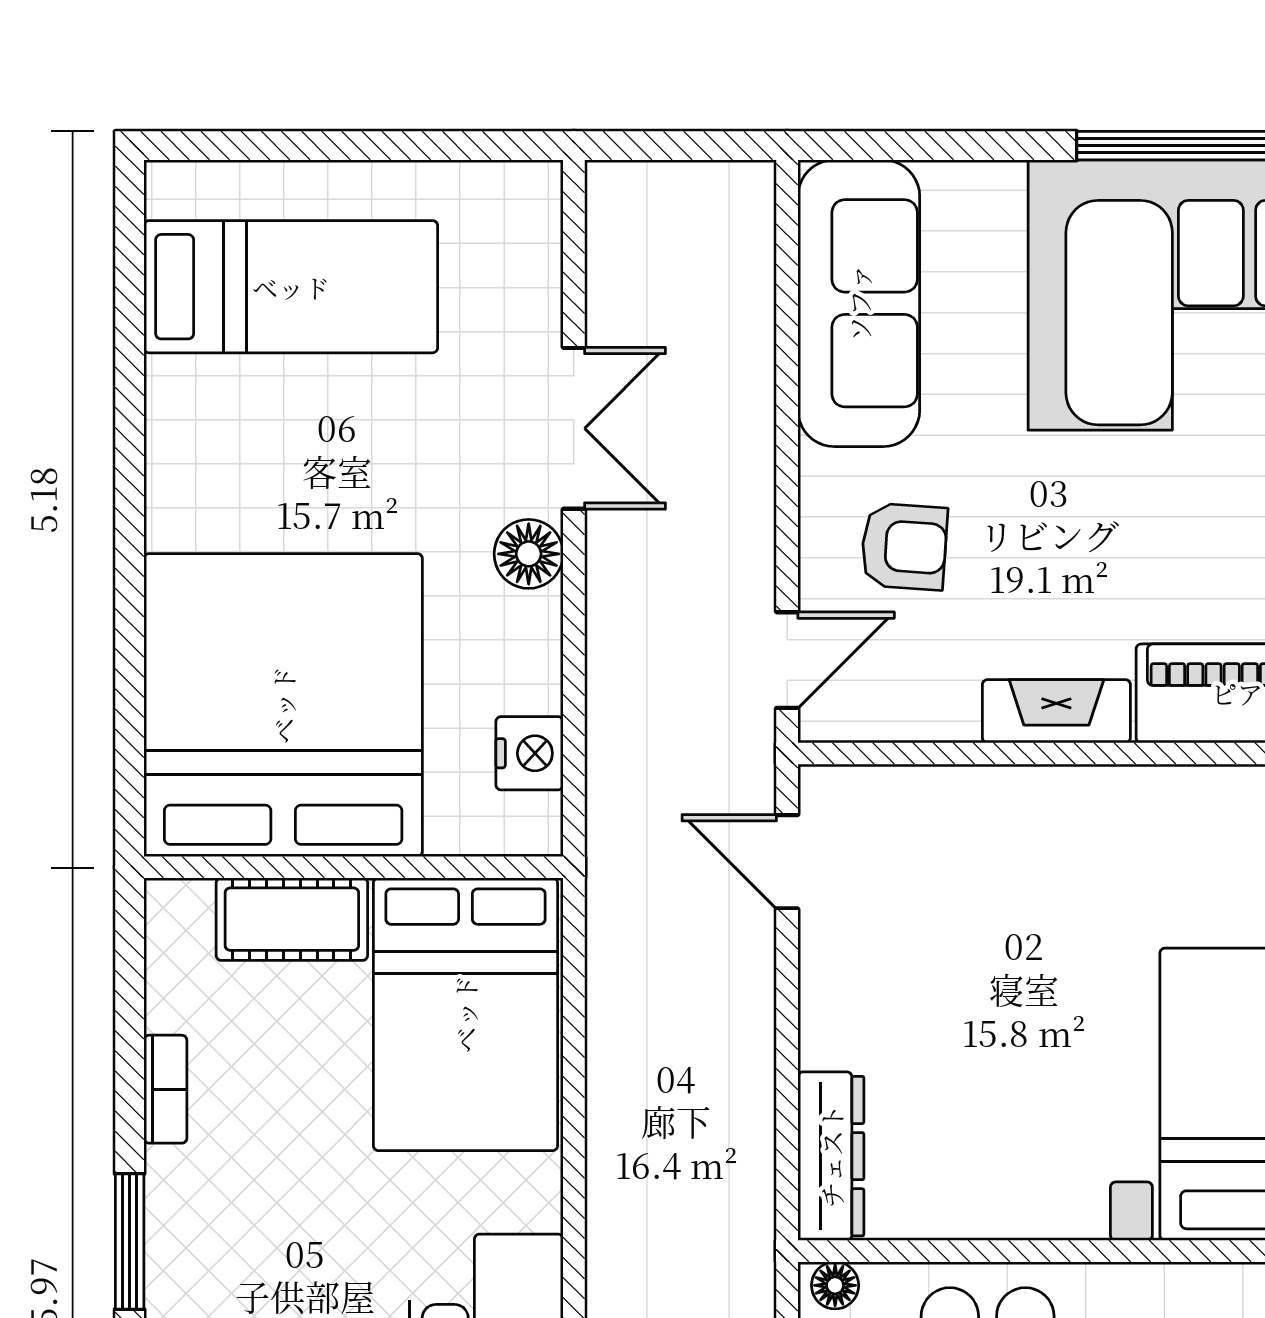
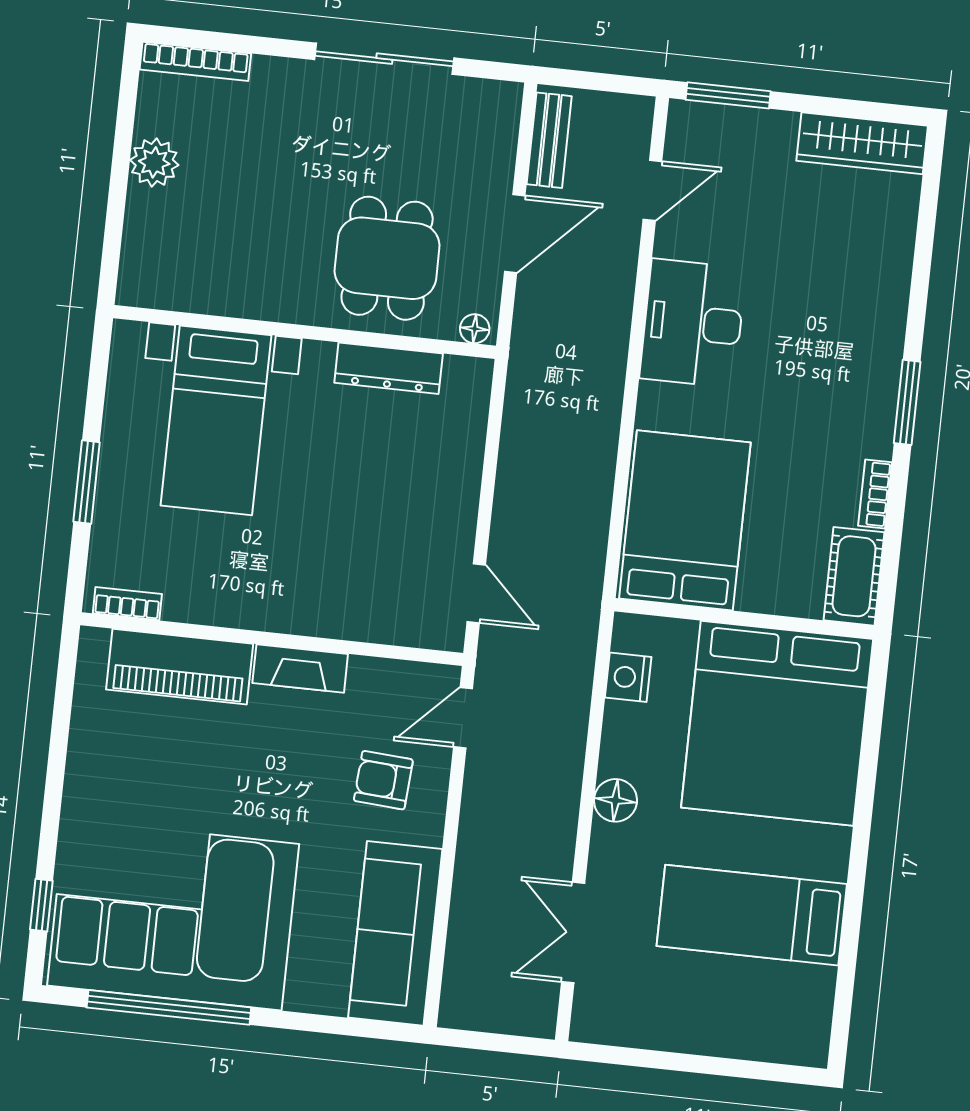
bed: (291, 287) -> (752, 915), moved
double door: (574, 428) -> (573, 933), moved
cot: (292, 919) -> (854, 576), moved, turned 90
dresser: (831, 1156) -> (389, 368), moved, turned -90

